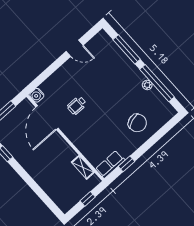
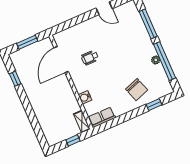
water cooler: (37, 95) -> (85, 97), moved
window: (126, 164) -> (154, 105), moved
shelving: (83, 167) -> (82, 122), moved

